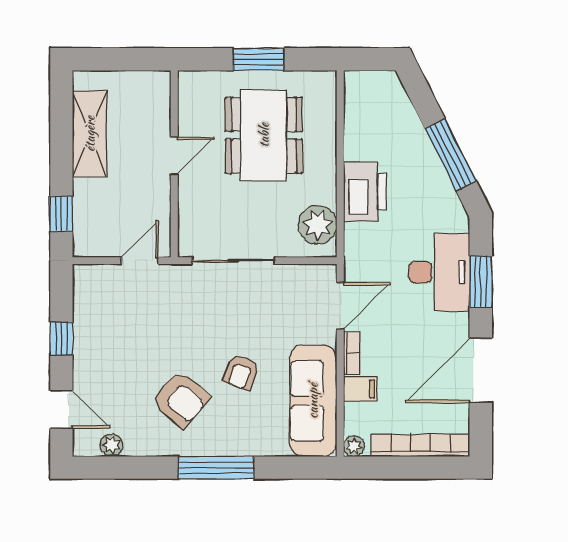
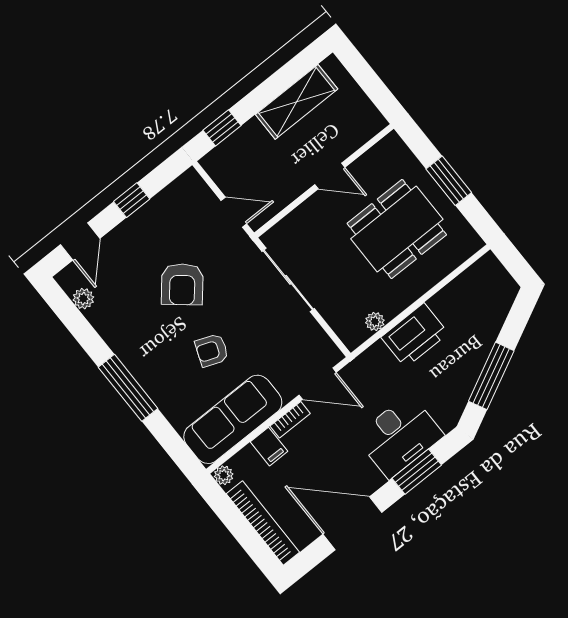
plant: (318, 225) -> (375, 322), width x0.53, depth x0.53
armchair: (181, 399) -> (182, 284), moved

